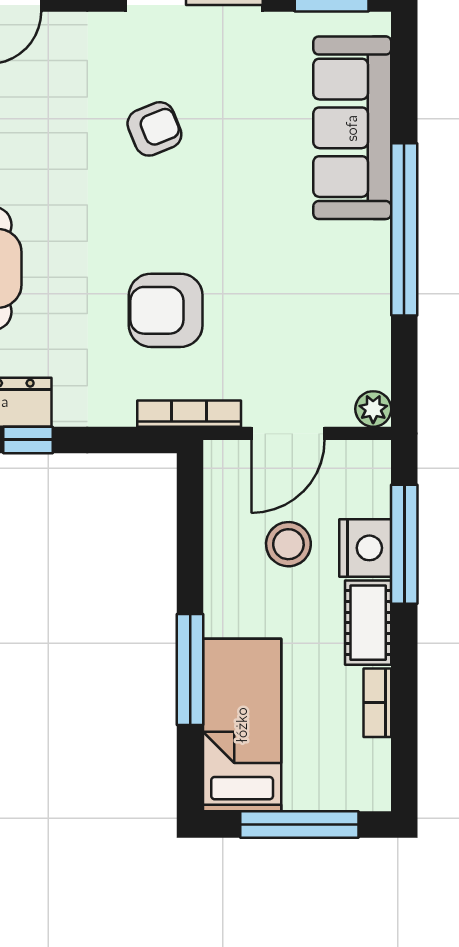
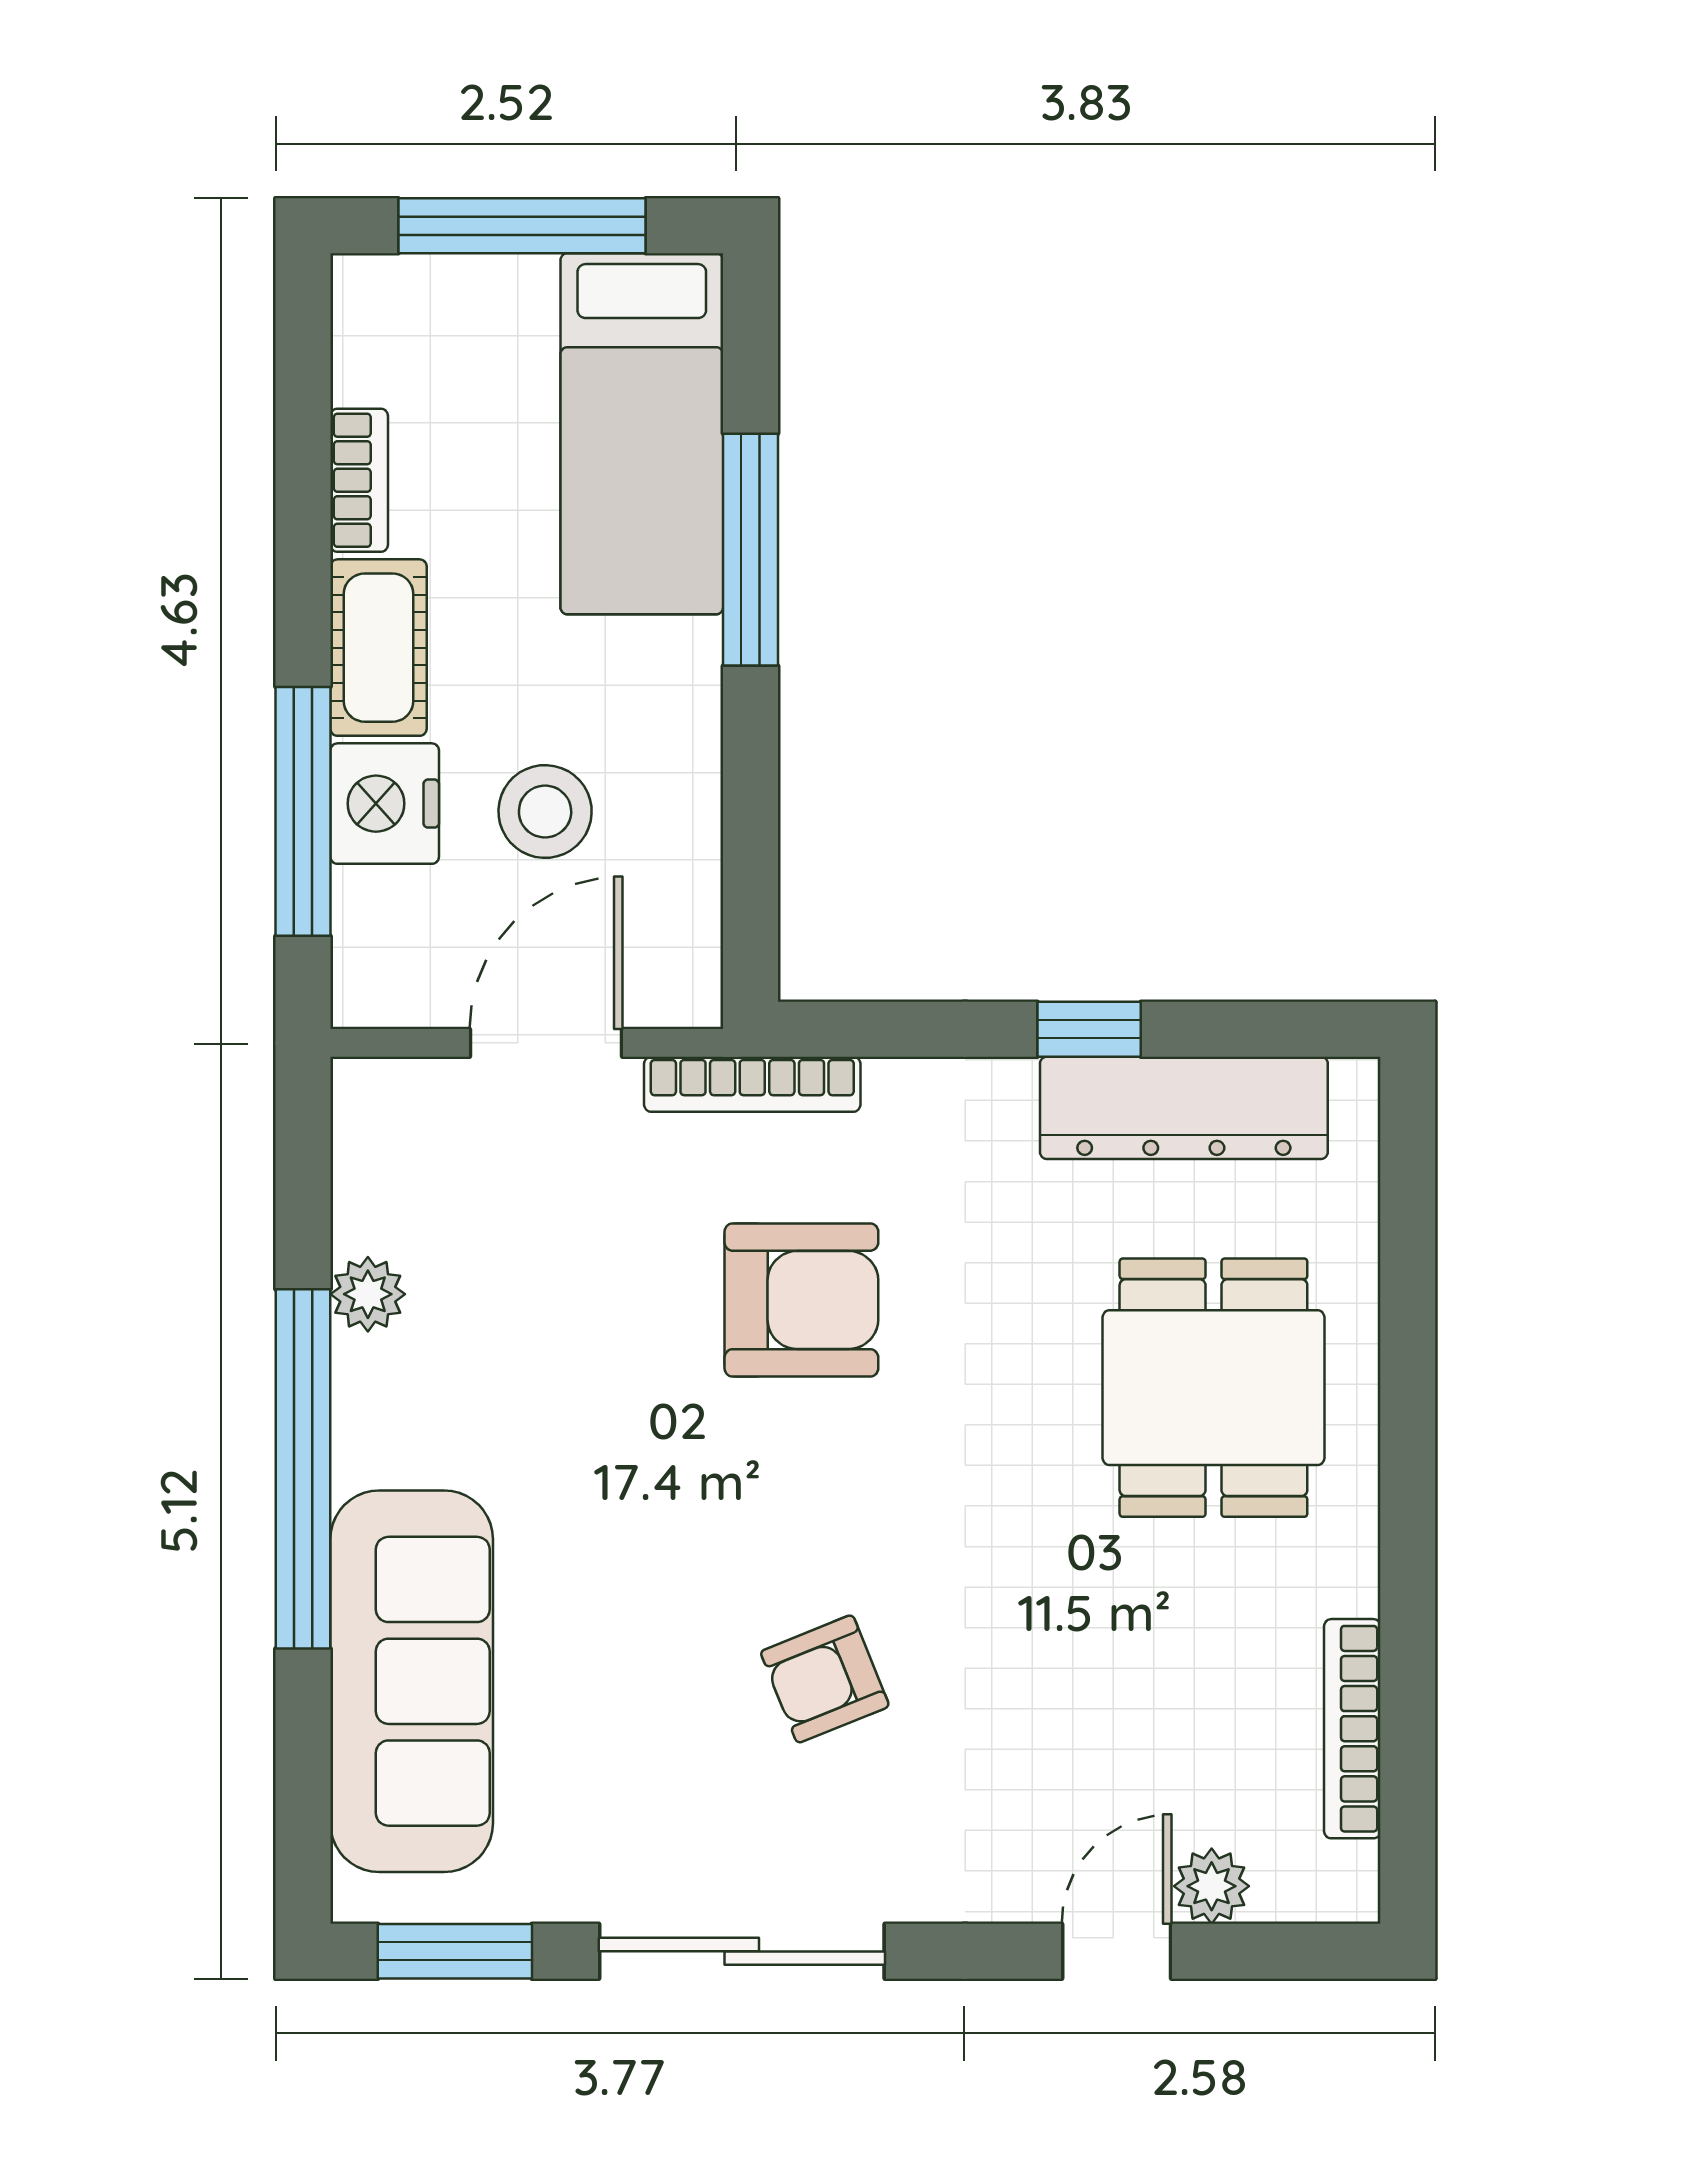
plant: (373, 409) -> (368, 1294), moved

